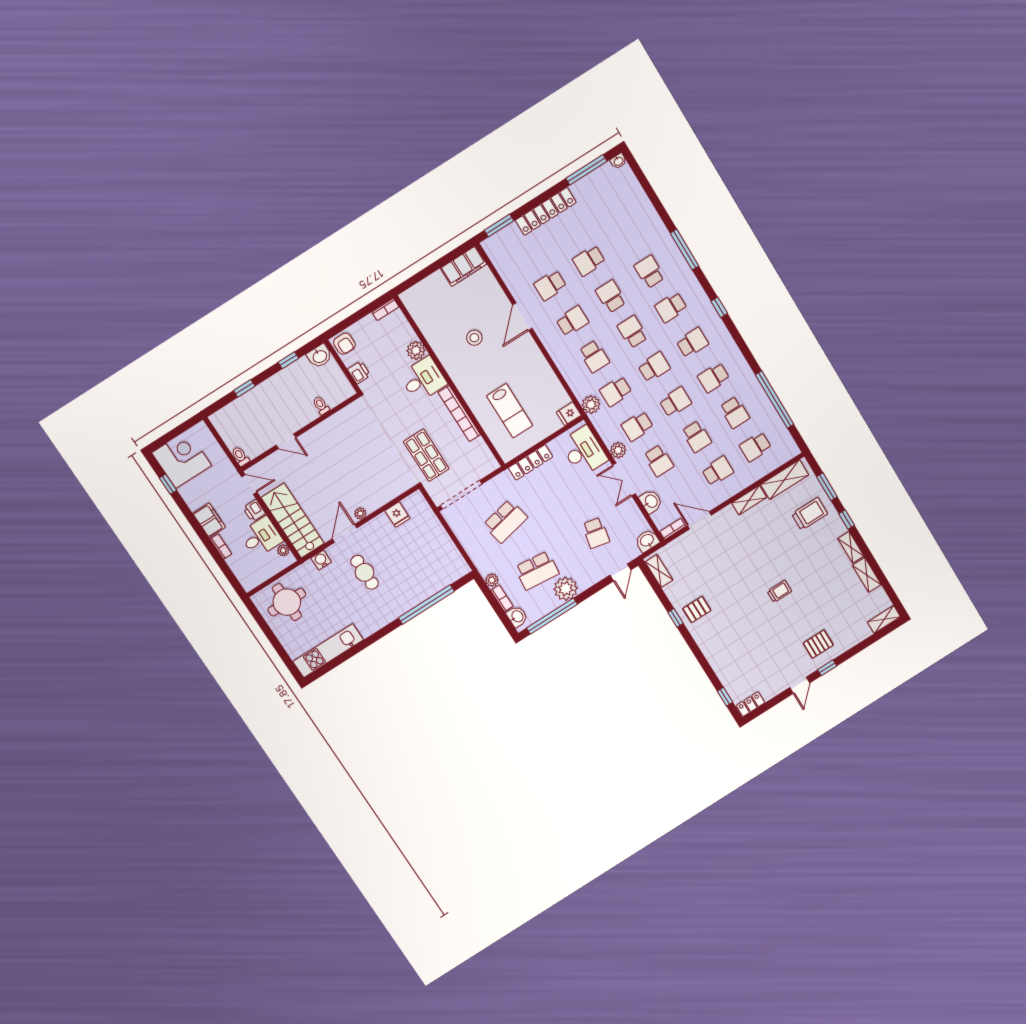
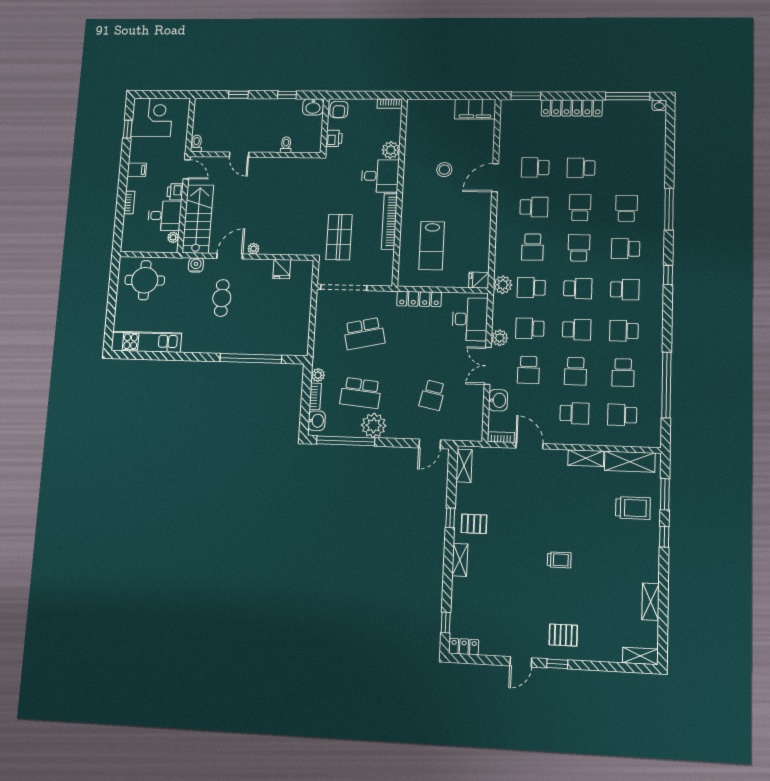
filing cabinet: (209, 520) -> (137, 170), width x0.50
washbasin: (647, 541) -> (472, 432), removed
shelving: (851, 547) -> (460, 560), moved

